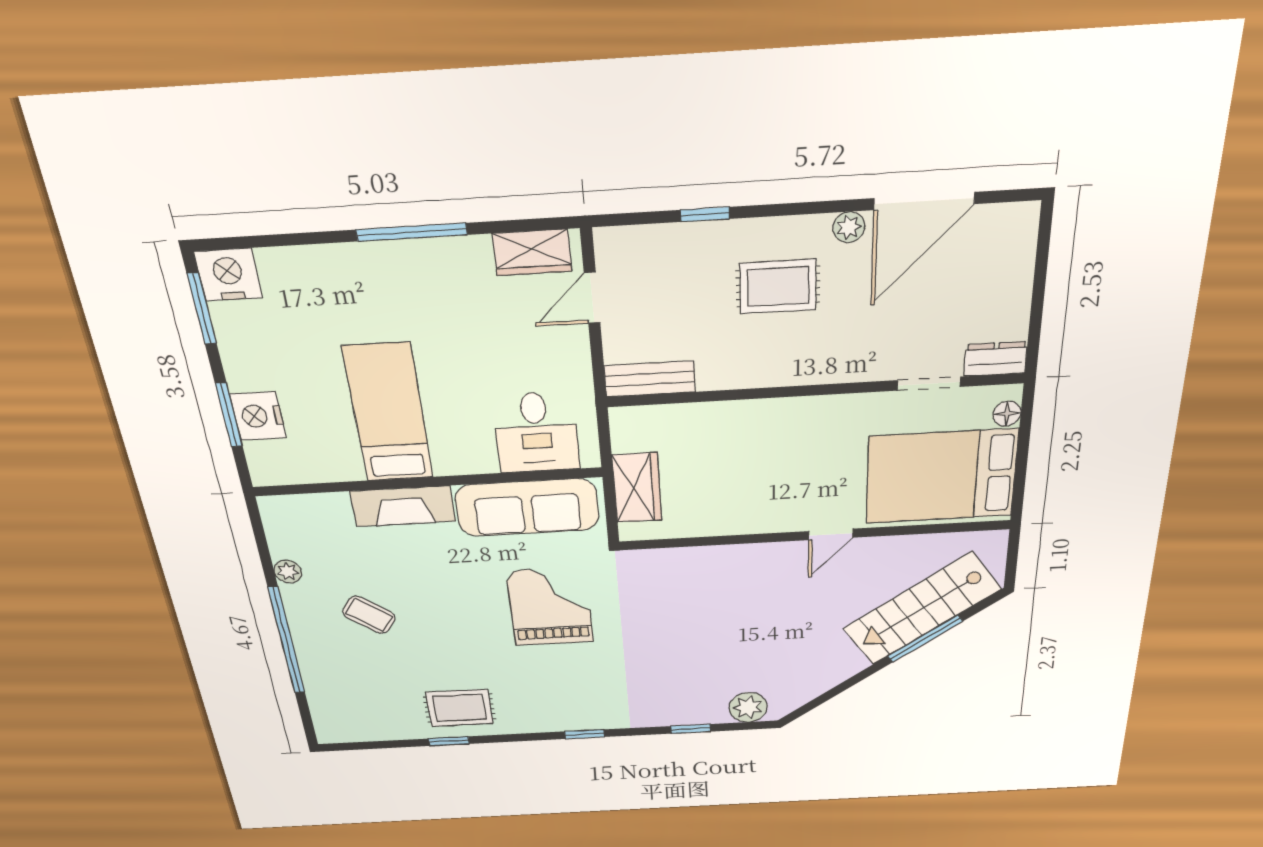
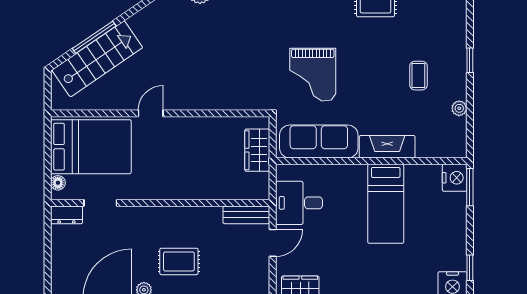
door: (592, 298) -> (273, 243), moved
window: (202, 309) -> (470, 268), width x0.67
window: (229, 415) -> (470, 187), moved
nightstand: (258, 416) -> (455, 178), moved
desk: (536, 432) -> (299, 203), moved, turned -90
coffee table: (369, 615) -> (418, 76), turned 54
window: (287, 641) -> (470, 60), width x0.32

